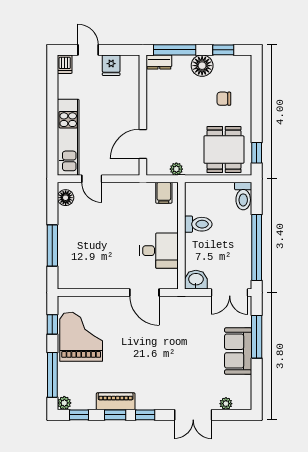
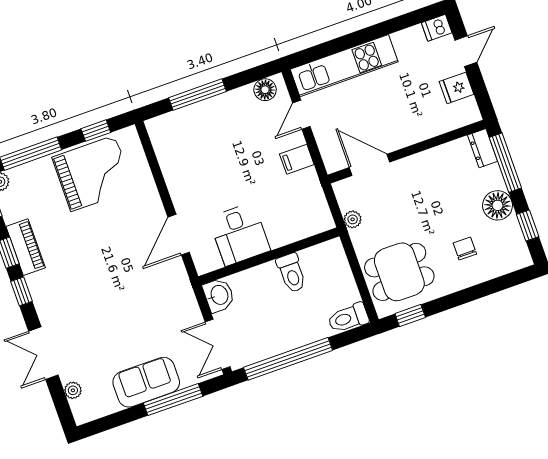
filing cabinet: (164, 193) -> (297, 159), moved

